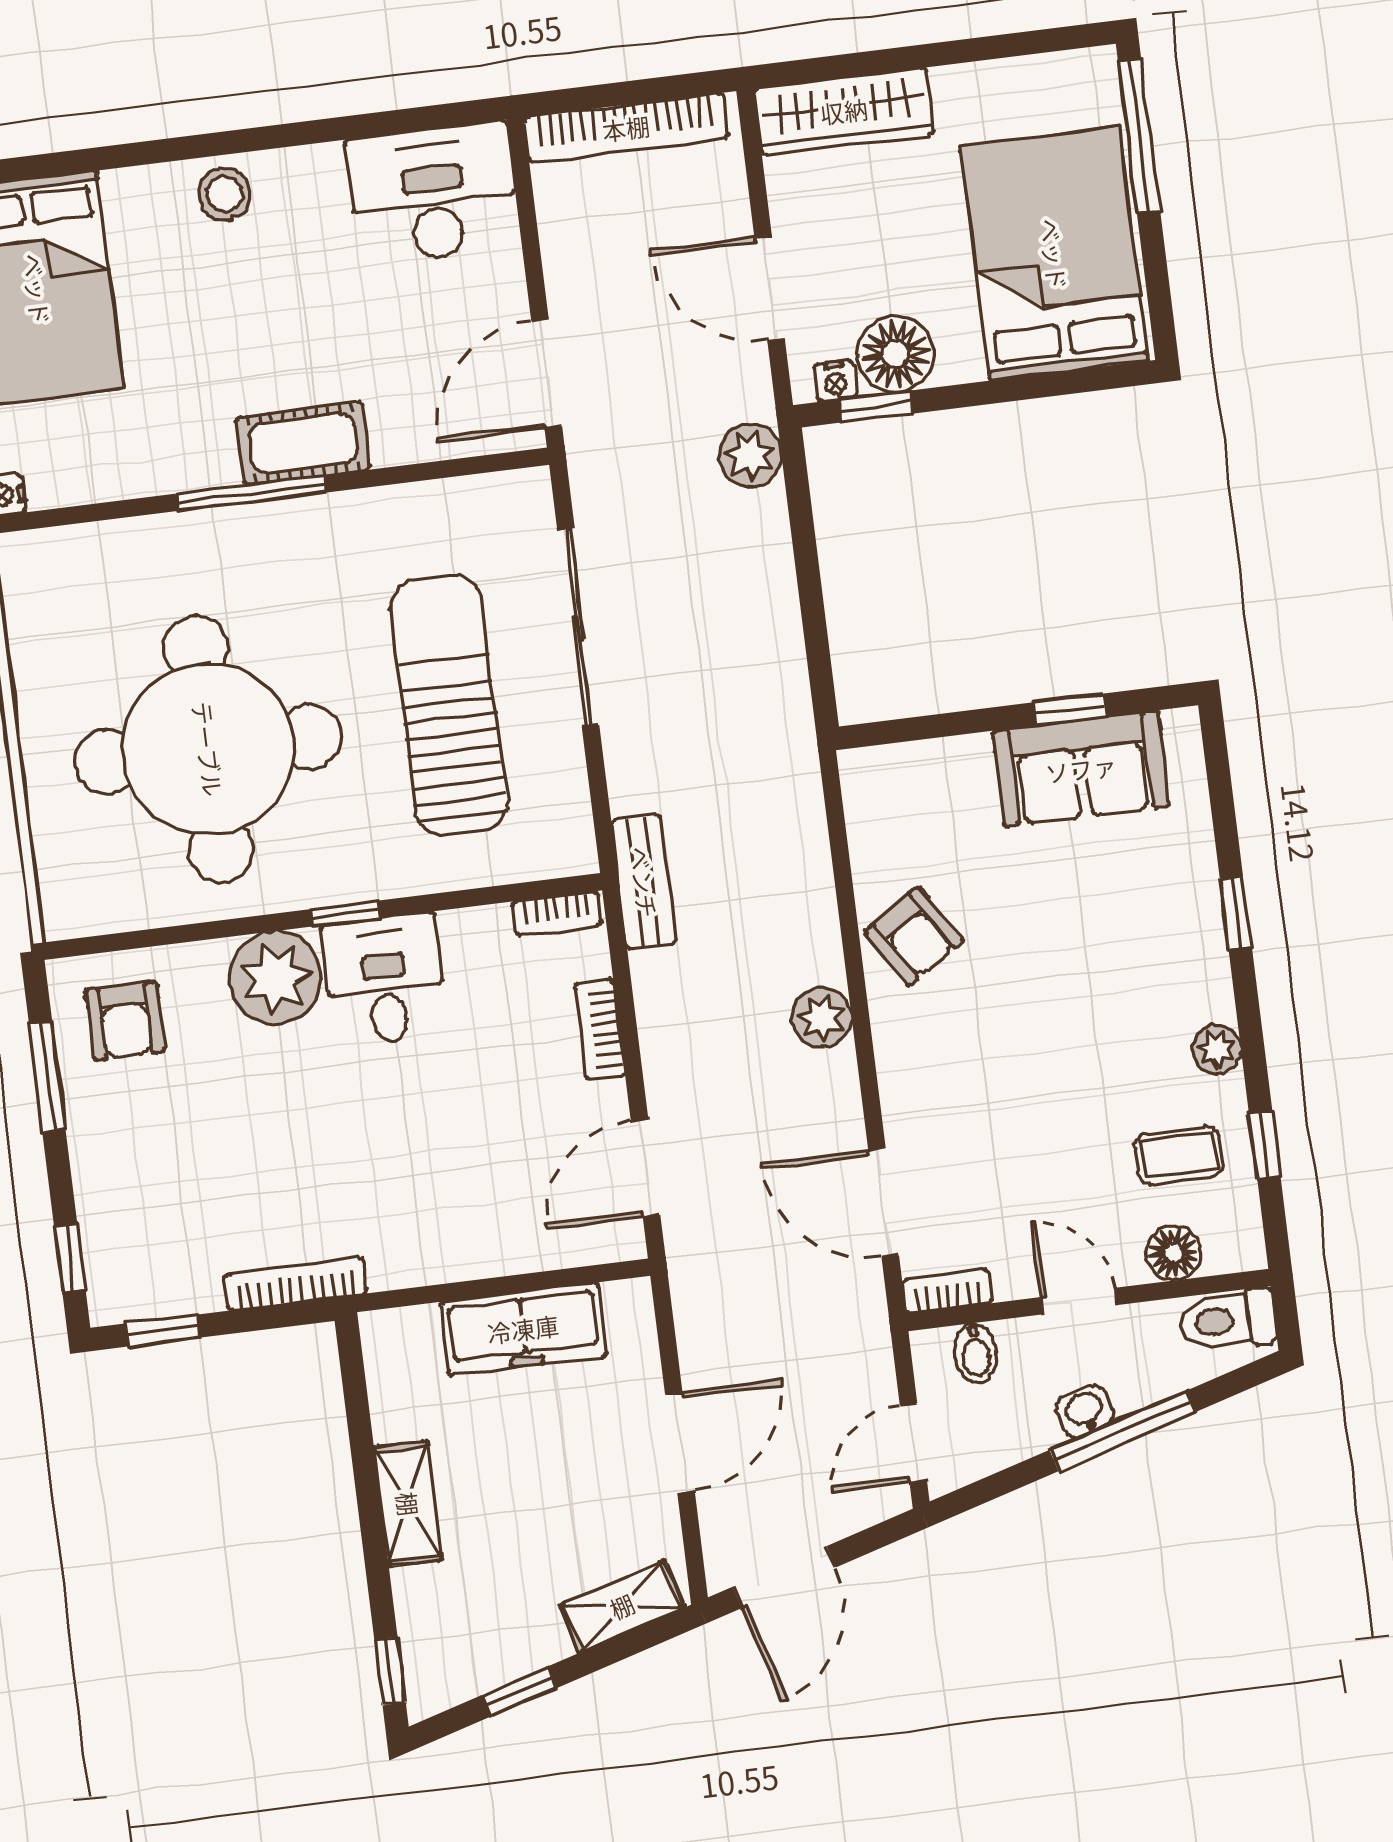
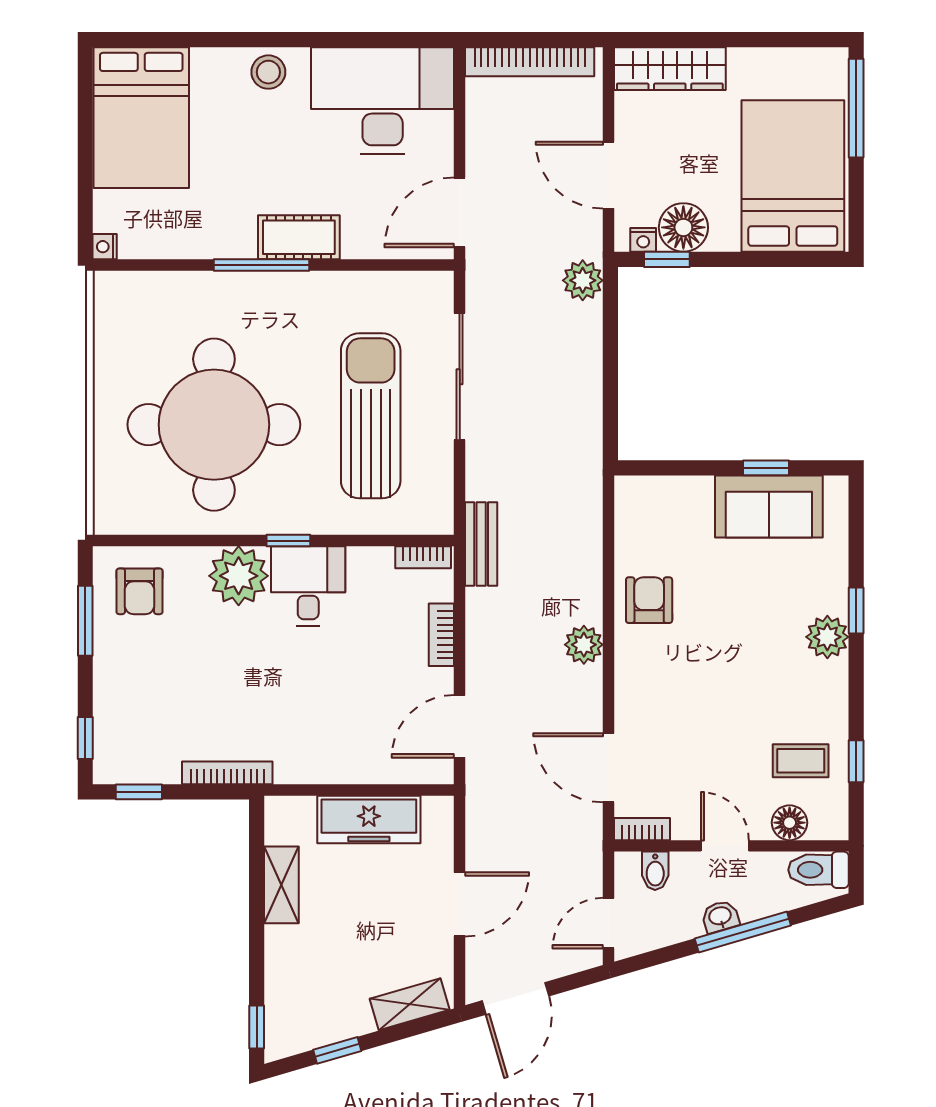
desk: (433, 193) -> (383, 101), width x1.36, depth x1.30
armchair: (914, 936) -> (649, 600), turned -147
plant: (1217, 1049) -> (827, 637), moved, width x1.38, depth x1.38
shelving: (408, 1504) -> (281, 885), moved

